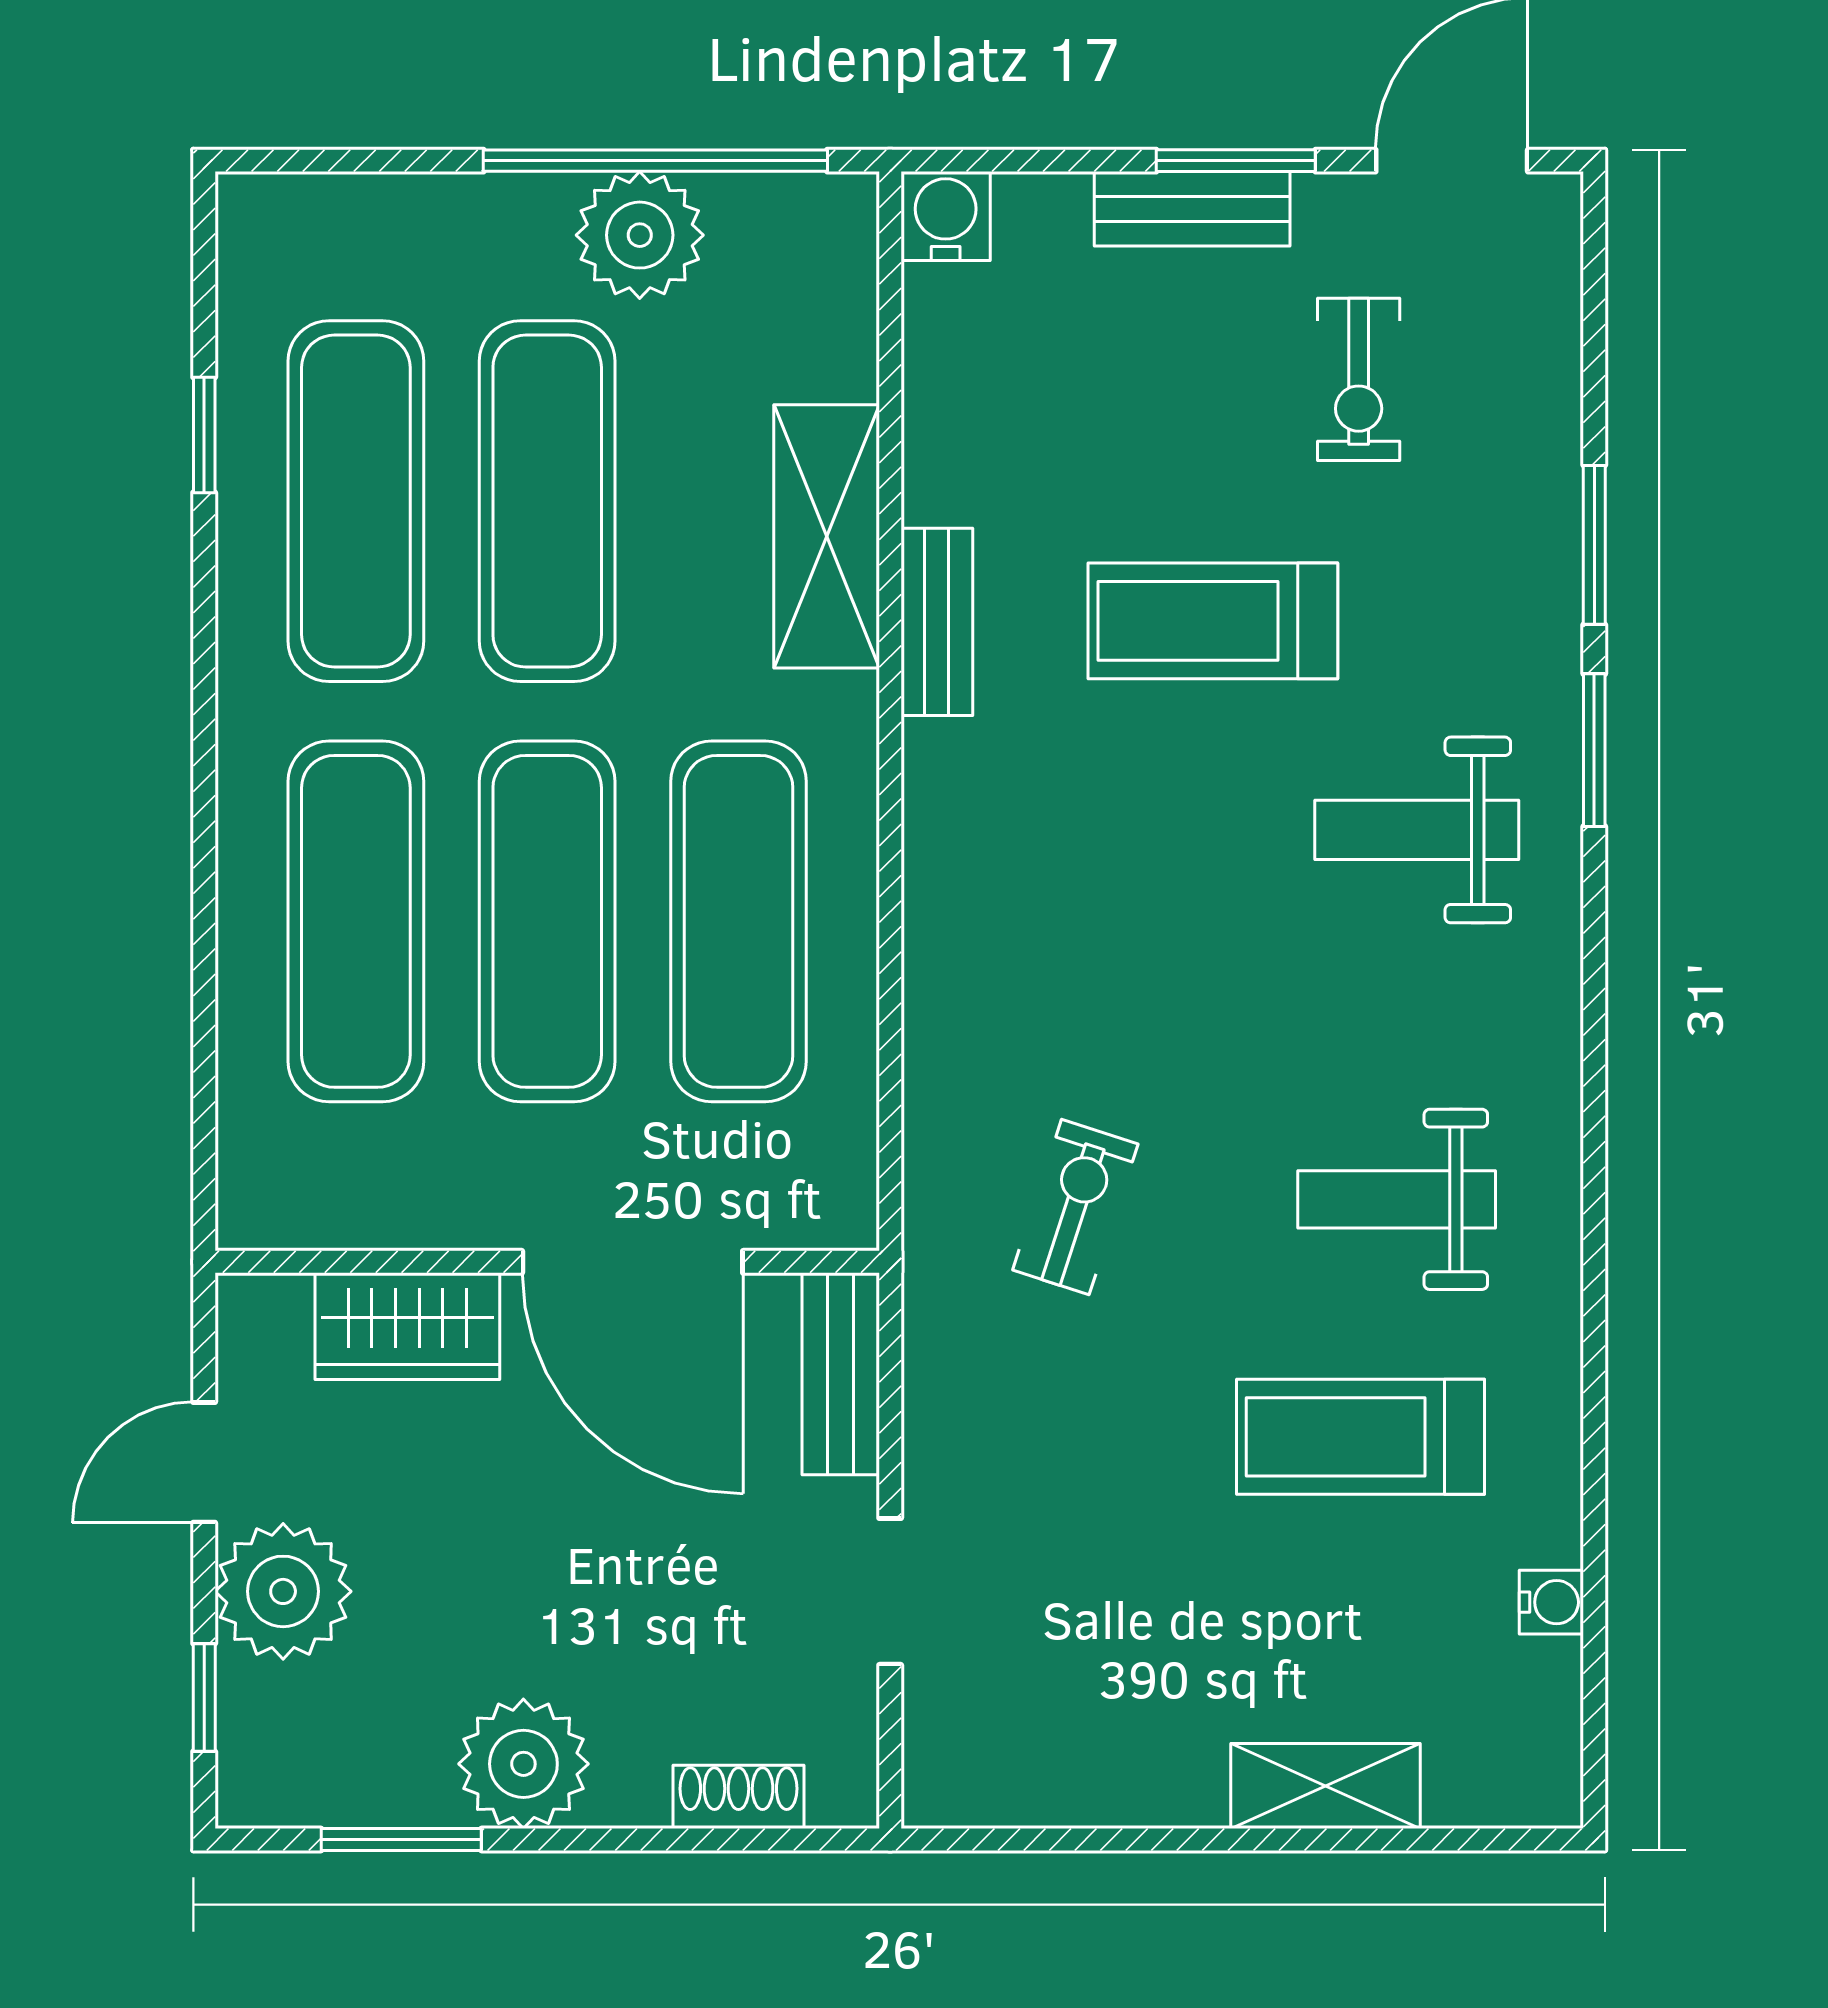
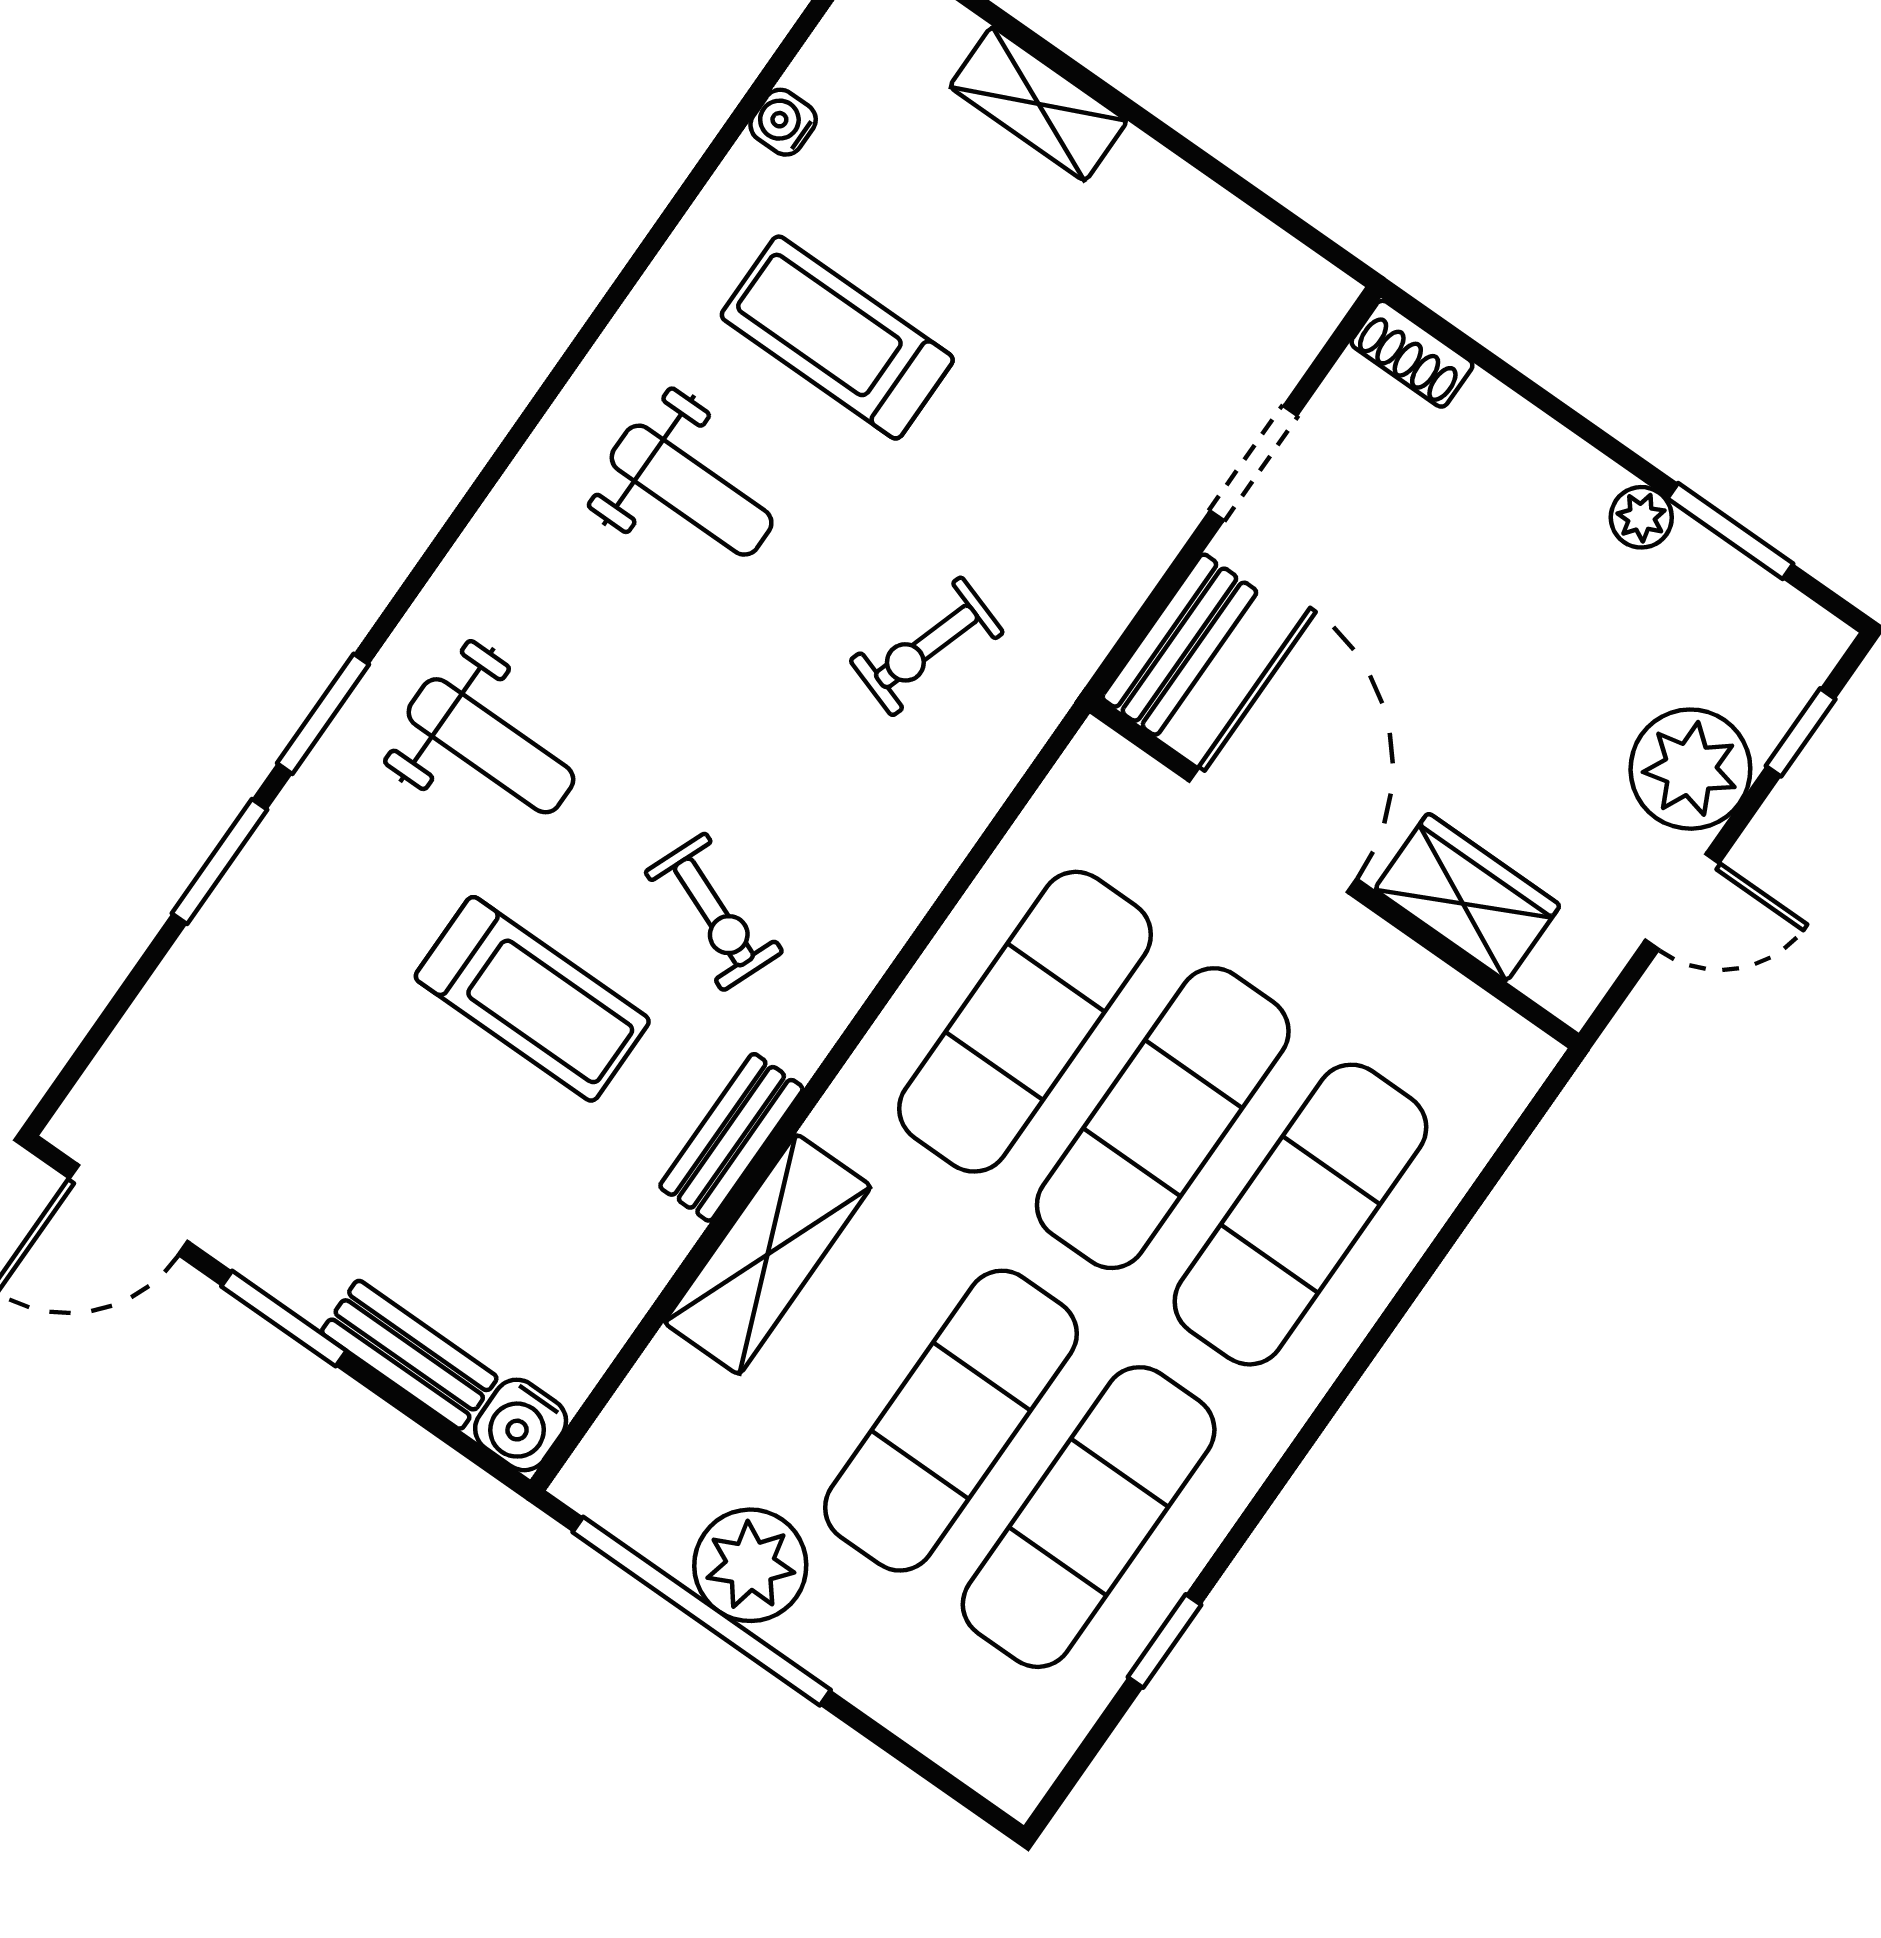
bench: (1192, 209) -> (409, 1355), moved
exercise bike: (1359, 379) -> (714, 912), moved, turned 112
treadmill: (1360, 1437) -> (837, 337), turned 180
plant: (523, 1764) -> (1641, 517), width x0.53, depth x0.53
shoe rack: (738, 1797) -> (1412, 354), moved

